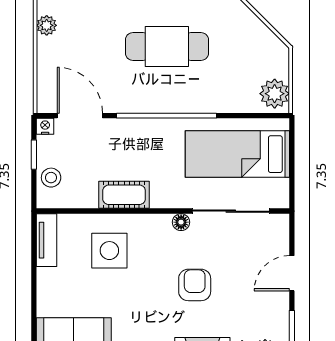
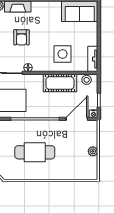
plant: (47, 25) -> (93, 151), moved
door: (80, 116) -> (77, 119), swing flipped
stool: (51, 178) -> (87, 80), moved
cot: (124, 195) -> (60, 83), width x1.37, depth x1.34

